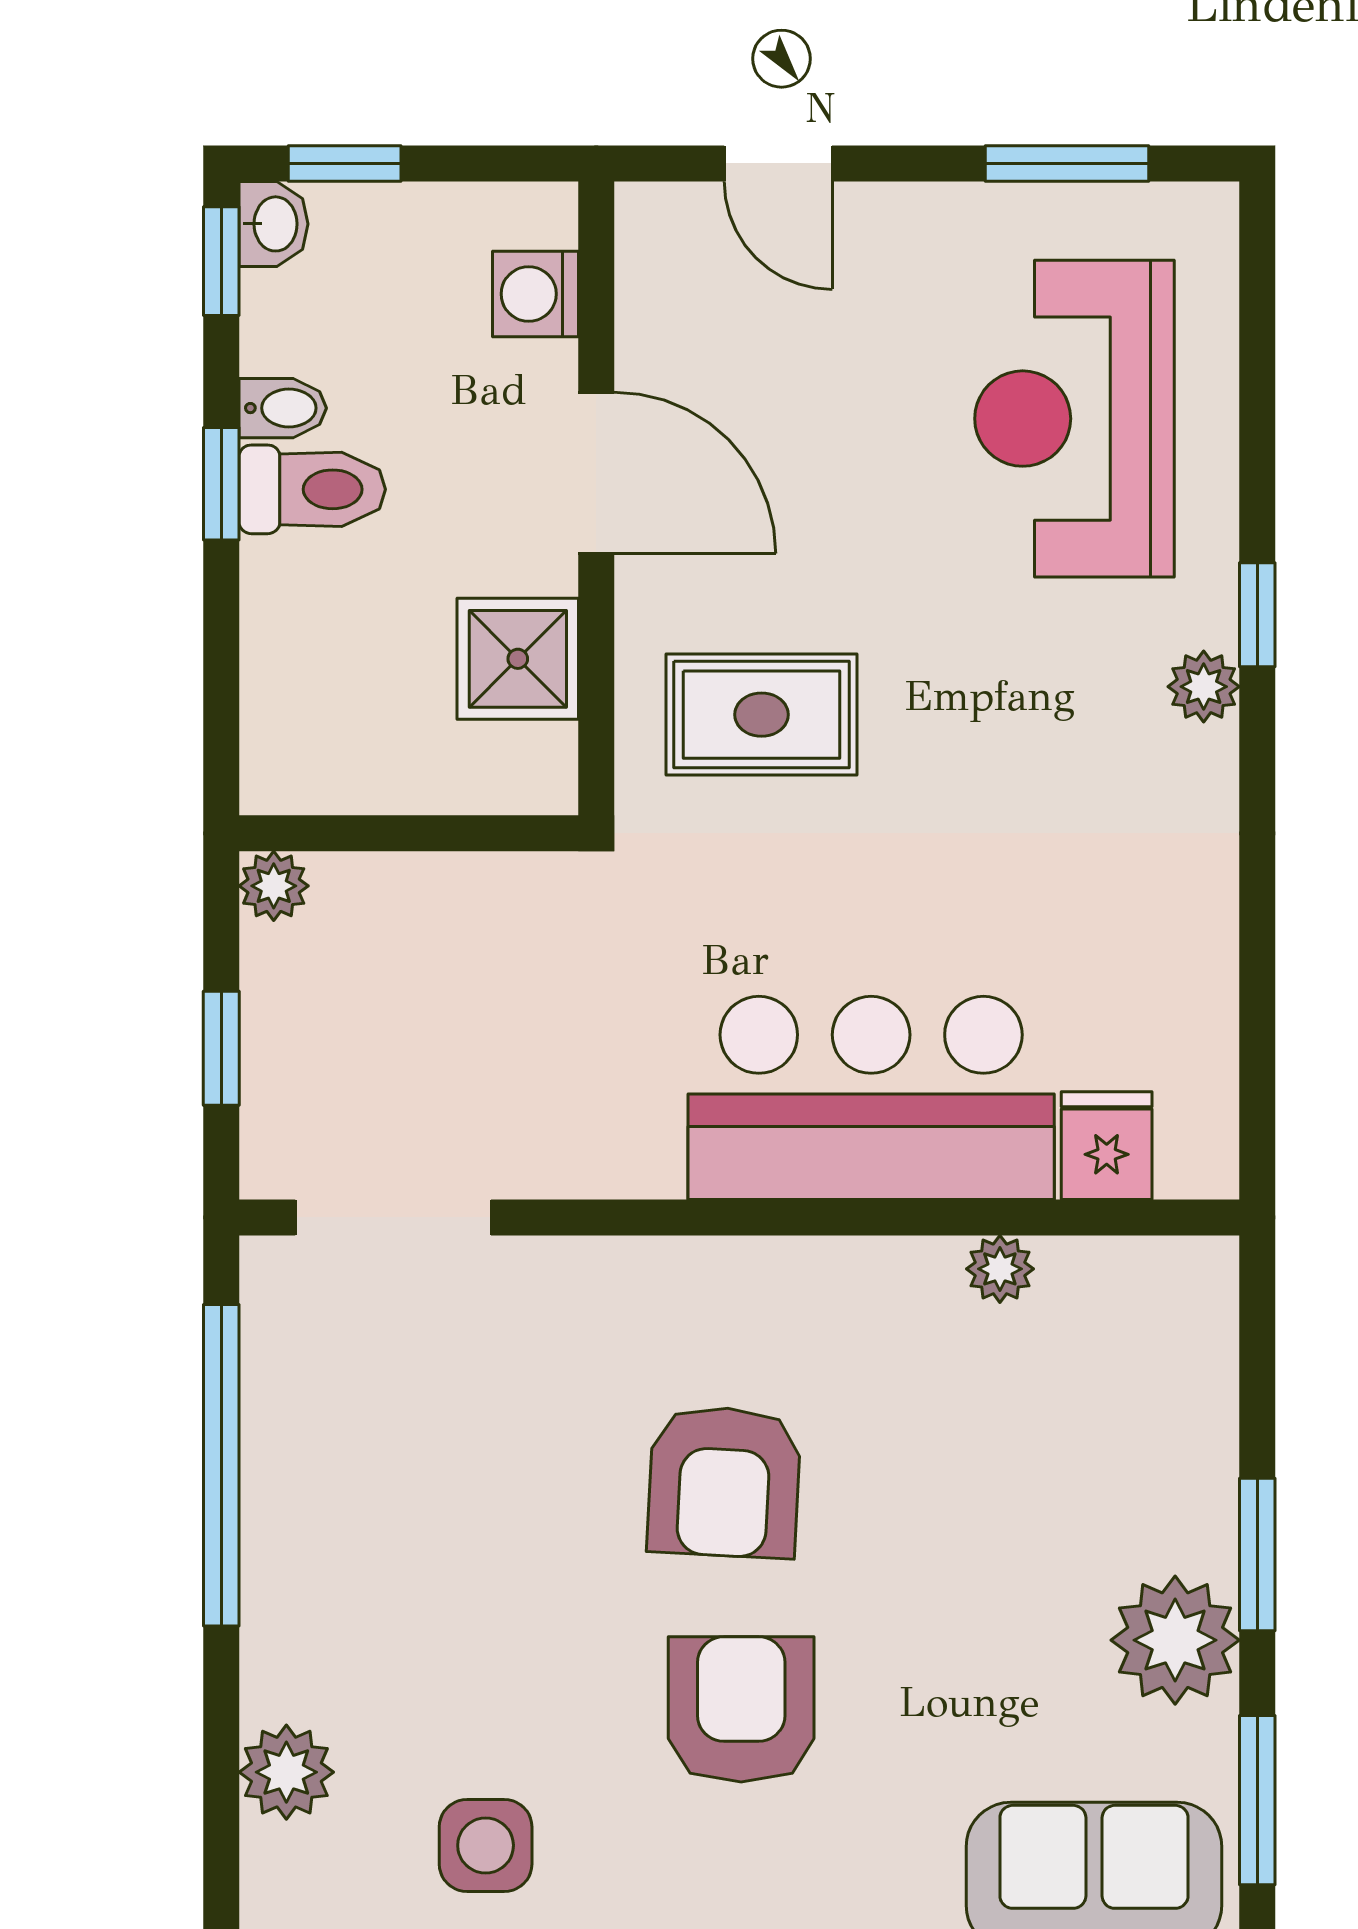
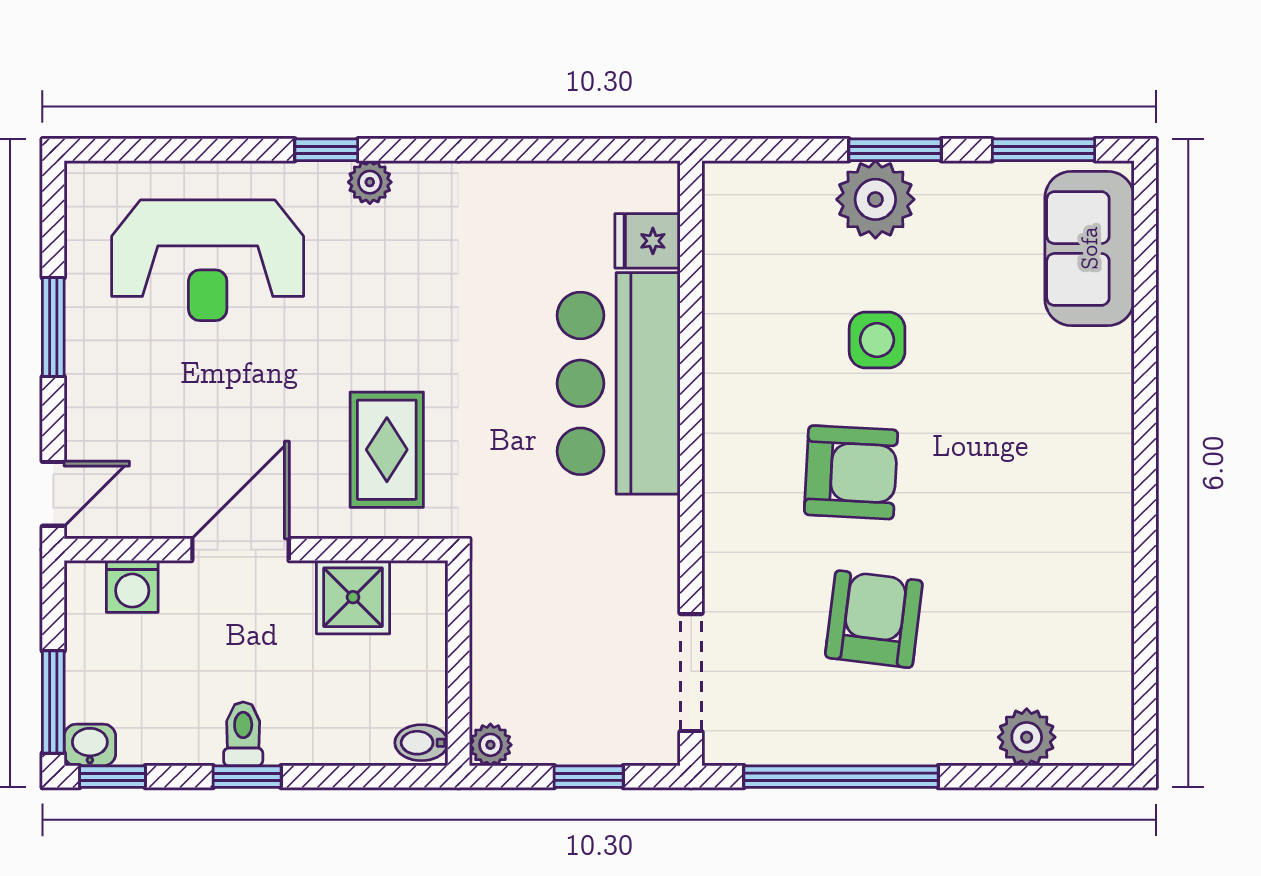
window: (345, 163) -> (53, 702), width x1.50
door: (778, 163) -> (53, 494), moved
window: (1067, 163) -> (53, 327), moved
bidet: (283, 408) -> (421, 743), moved, turned -90
toilet: (312, 489) -> (243, 734), width x0.73, depth x0.72
plant: (1000, 1269) -> (722, 305), removed
plant: (1175, 1640) -> (875, 199), moved
armchair: (741, 1709) -> (874, 619), moved, turned 97
side table: (486, 1845) -> (877, 340), moved

